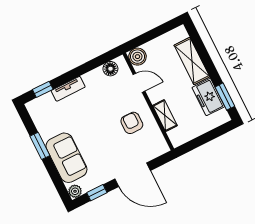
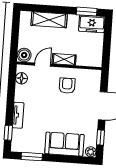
freezer: (208, 97) -> (92, 24), moved
shelving: (165, 116) -> (64, 59), moved
armchair: (132, 123) -> (67, 86), turned 90
window: (40, 146) -> (32, 157), moved

